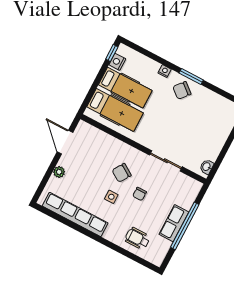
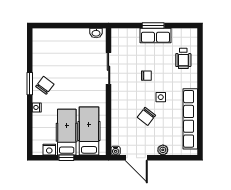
window: (112, 53) -> (66, 158), moved
chair: (182, 90) -> (45, 85), turned -93
water cooler: (82, 126) -> (116, 151), added
door: (65, 142) -> (136, 158), hinge flipped
chair: (122, 173) -> (146, 116), moved, turned 95
window: (185, 226) -> (153, 26), width x0.47

